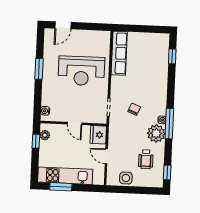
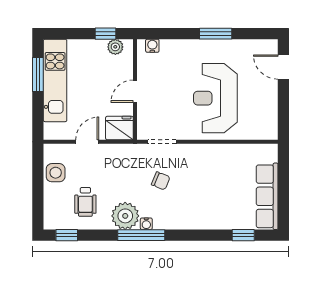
row of seats: (119, 53) -> (267, 196), moved, turned 90
wheelchair: (146, 159) -> (85, 202), turned -90

